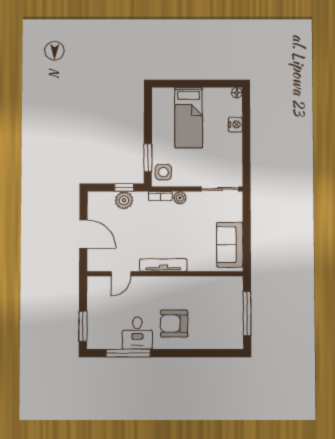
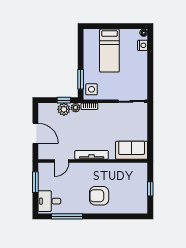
nightstand: (235, 125) -> (143, 45), moved
plant: (180, 198) -> (76, 108), moved
sofa: (230, 245) -> (132, 150), moved, turned 90
window: (247, 314) -> (150, 189), width x0.46
window: (83, 326) -> (35, 182), moved
desk: (137, 333) -> (49, 201), moved, turned 90

